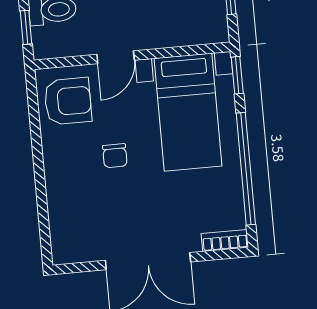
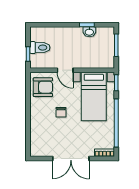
door: (116, 57) -> (65, 70), hinge flipped

